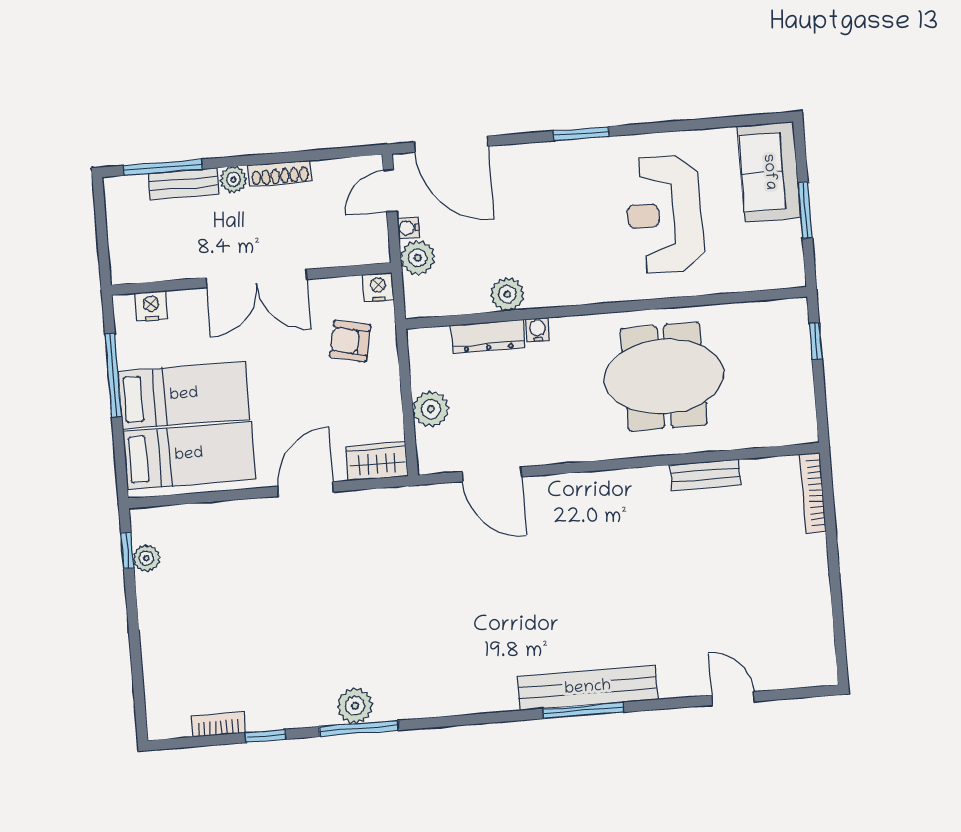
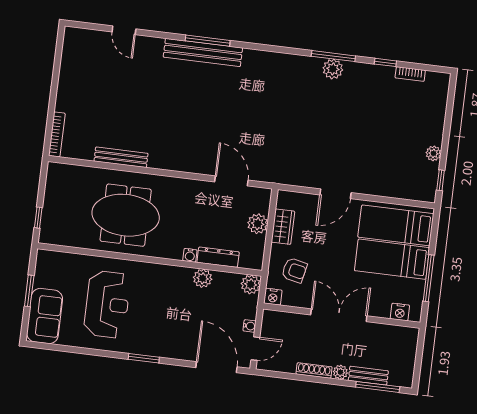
plant: (418, 258) -> (251, 284), moved
wardrobe: (377, 461) -> (283, 227), moved, turned -90
bench: (705, 475) -> (121, 157), width x1.36
plant: (146, 558) -> (433, 153), moved

